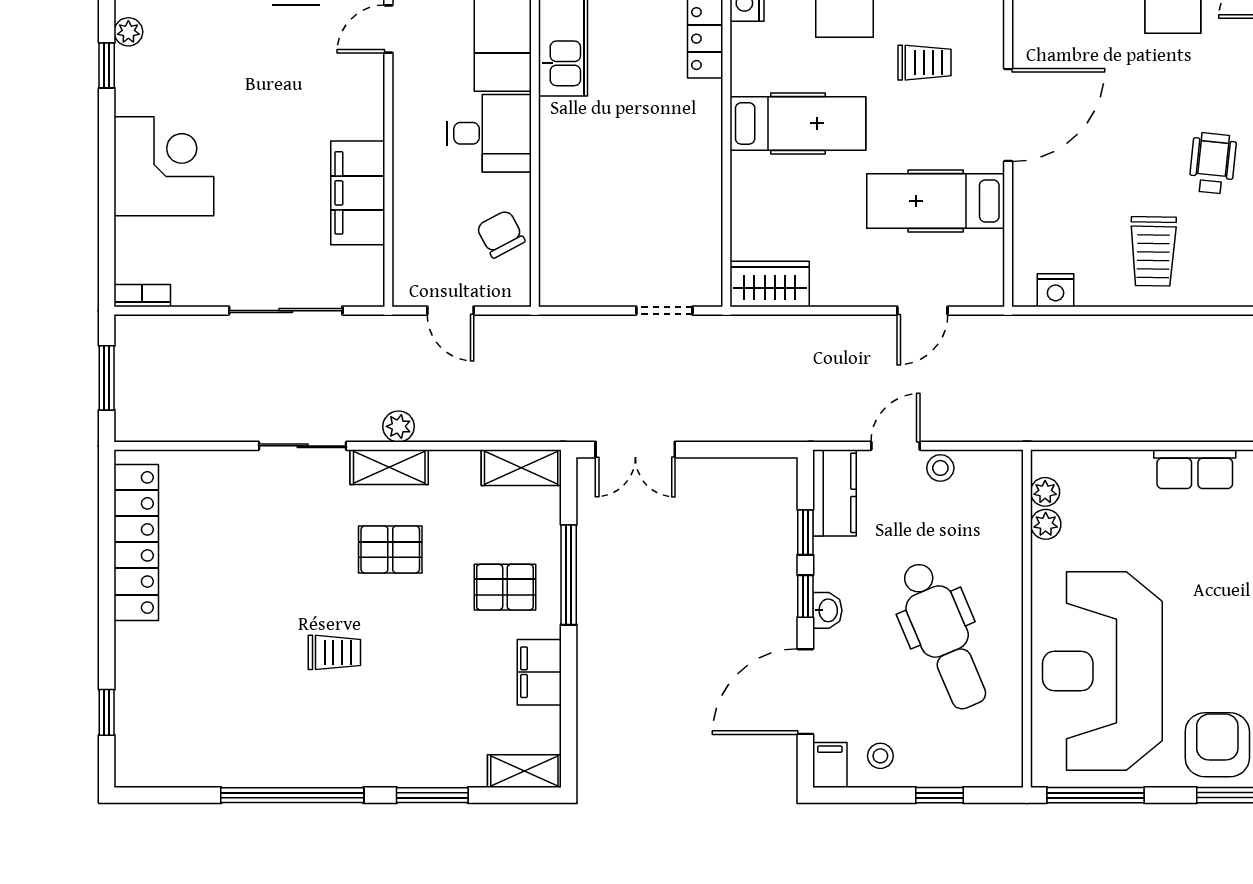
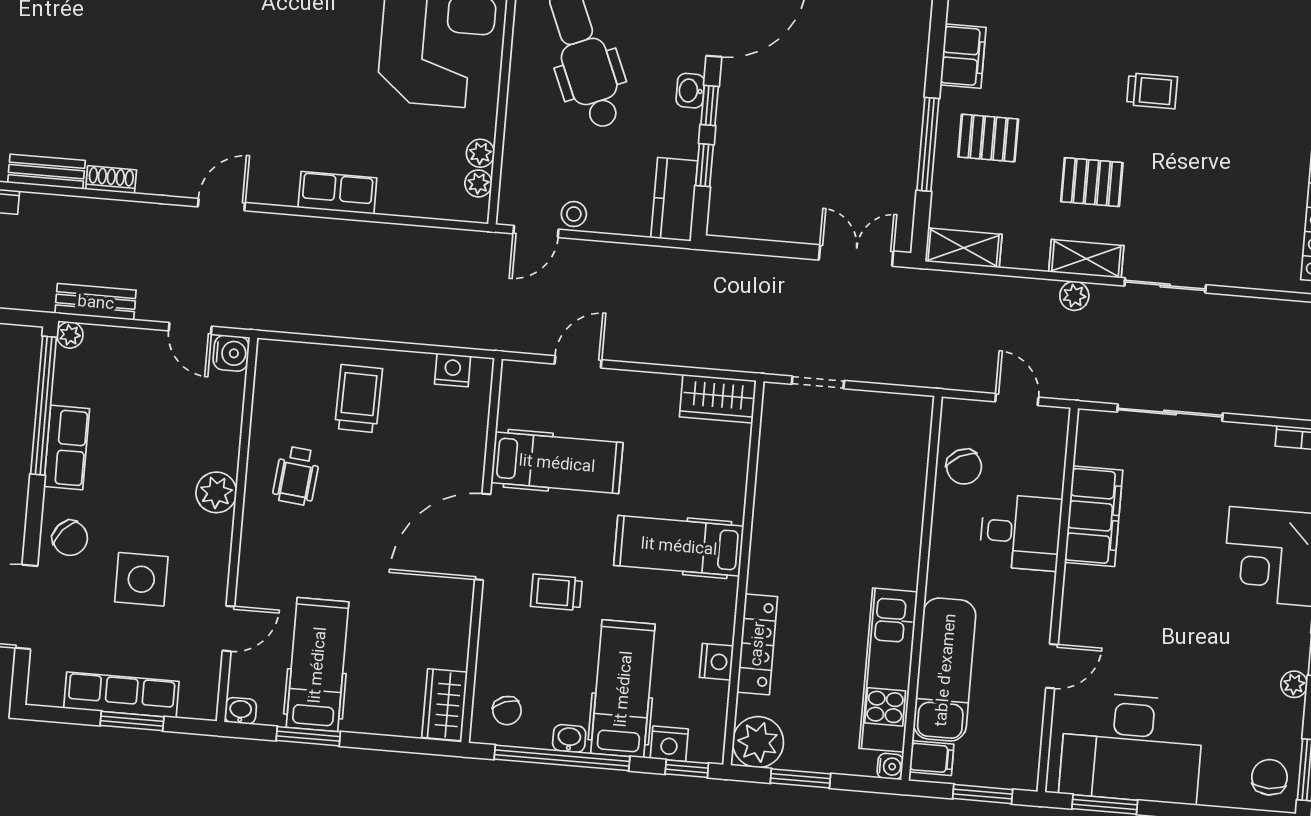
desk: (489, 133) -> (1021, 532), moved, turned 180
door: (896, 446) -> (536, 232), moved
trolley: (334, 652) -> (1152, 91), turned 180

